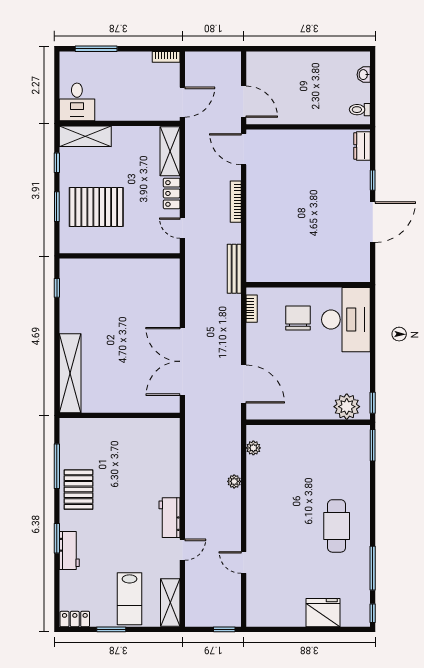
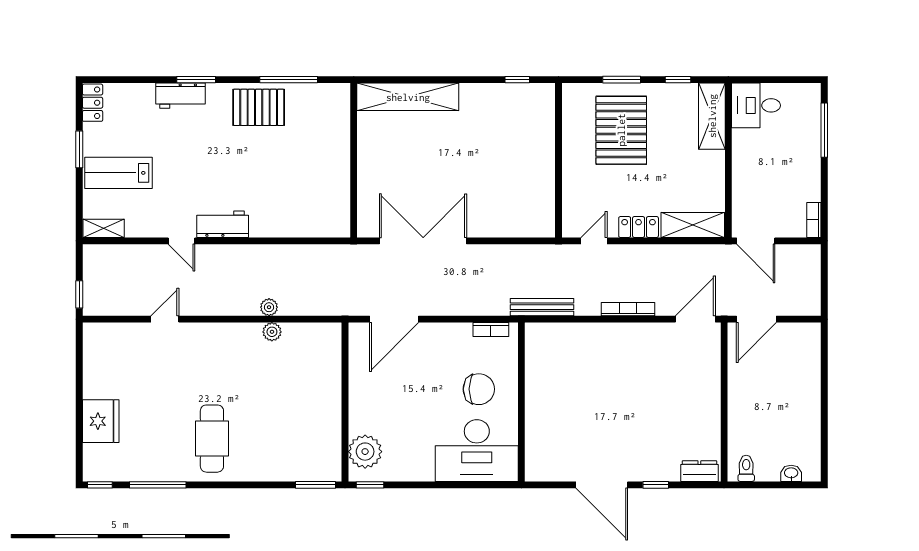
plant: (253, 448) -> (272, 332), moved
cafe table: (337, 526) -> (212, 439), turned 90
shelving: (170, 602) -> (104, 228), width x0.67, depth x0.75

